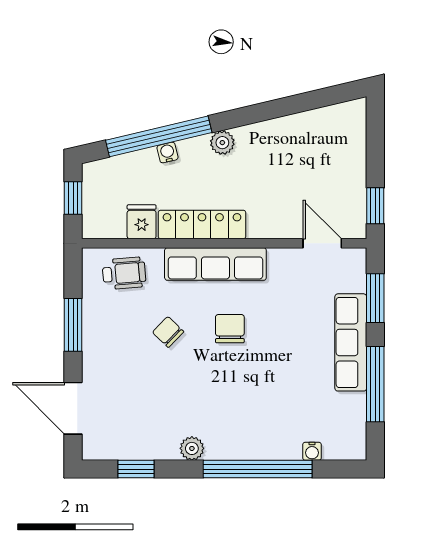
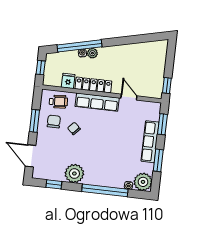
plant: (222, 143) -> (92, 53), moved
door: (322, 243) -> (129, 97), moved
chair: (230, 329) -> (54, 122), moved
window: (375, 384) -> (158, 160), width x0.69
plant: (345, 439) -> (143, 182), added
plant: (192, 448) -> (74, 174), width x1.88, depth x1.88

